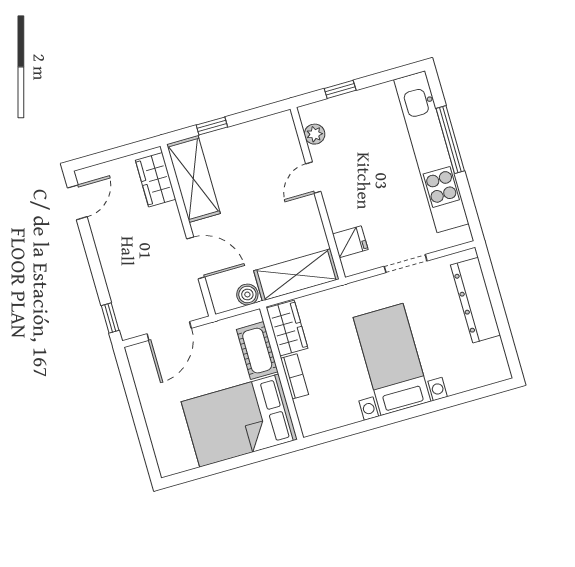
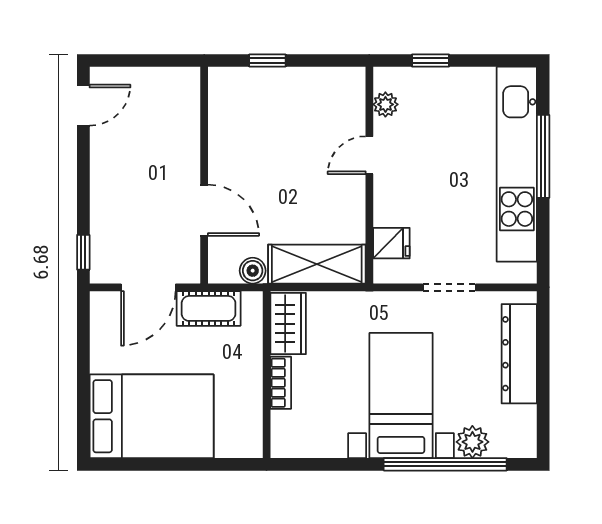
shelving: (193, 179) -> (228, 117), removed
wardrobe: (156, 180) -> (183, 105), removed
cot: (257, 351) -> (209, 308), moved, turned 90
plant: (459, 380) -> (472, 442), added
window: (442, 404) -> (445, 464), added
bed: (239, 421) -> (152, 416), moved, turned 180

